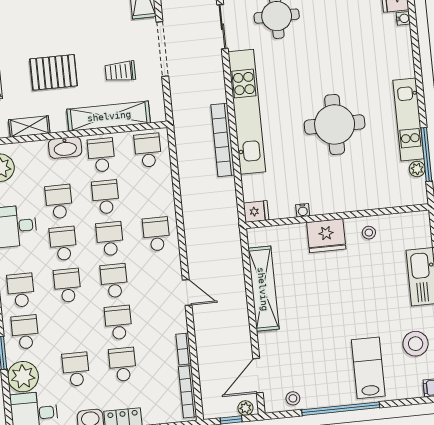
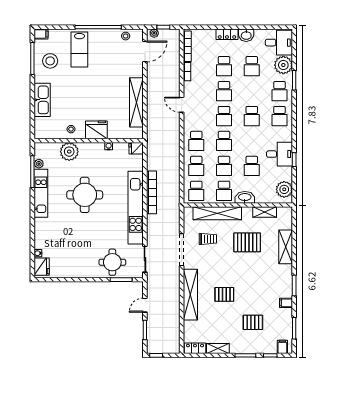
plant: (368, 195) -> (69, 152), added
school desk: (63, 244) -> (196, 166), moved

